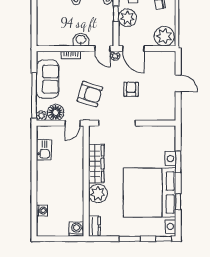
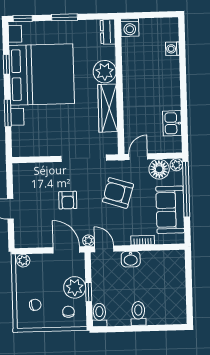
plant: (164, 36) -> (23, 261), width x0.53, depth x0.53

